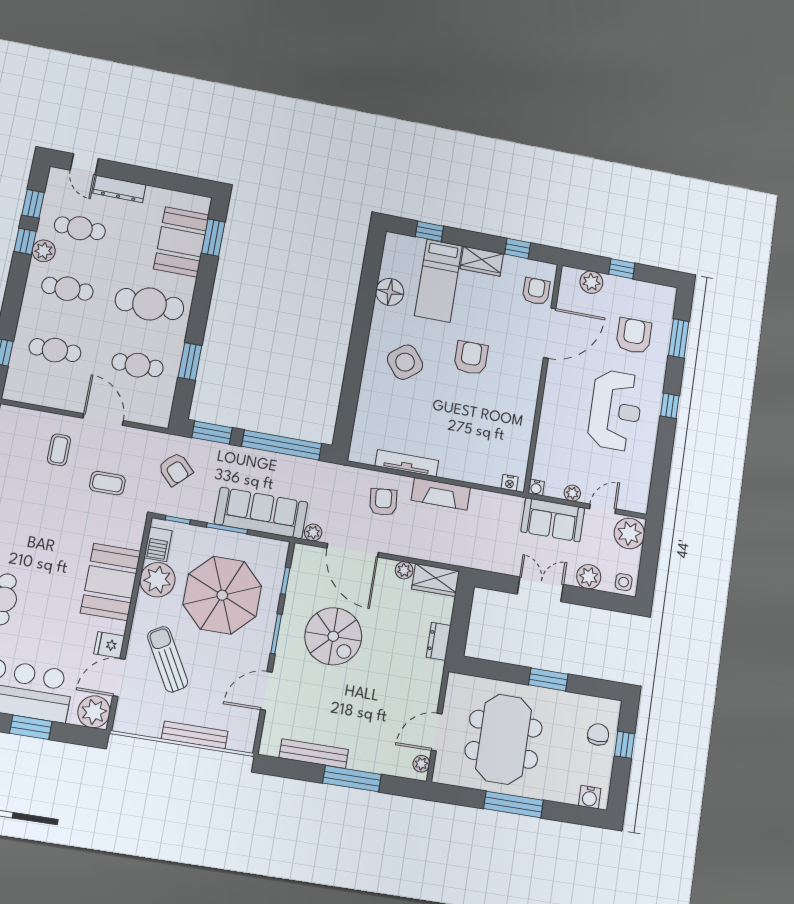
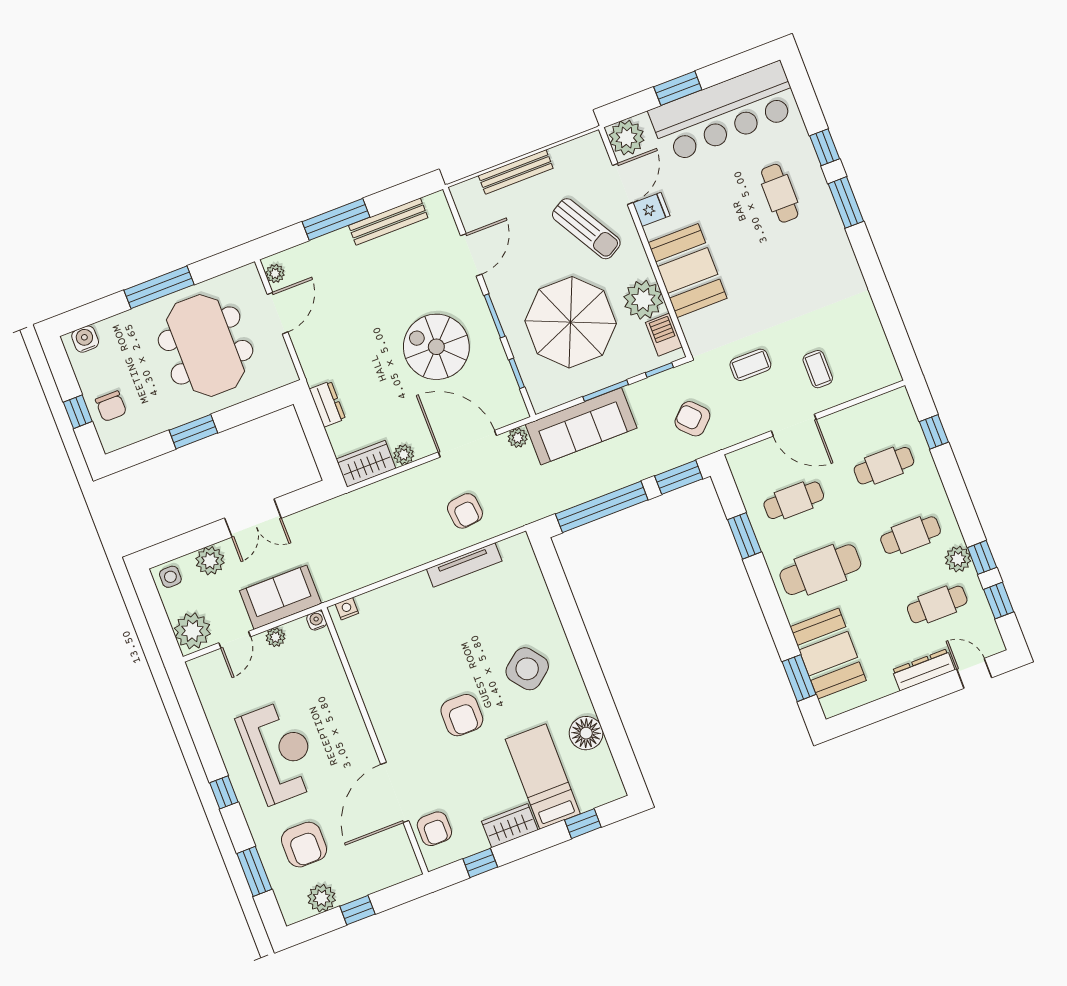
plant: (591, 282) -> (322, 898), moved
reception desk: (615, 410) -> (279, 752), turned 180
fireplace: (441, 494) -> (411, 554), removed

